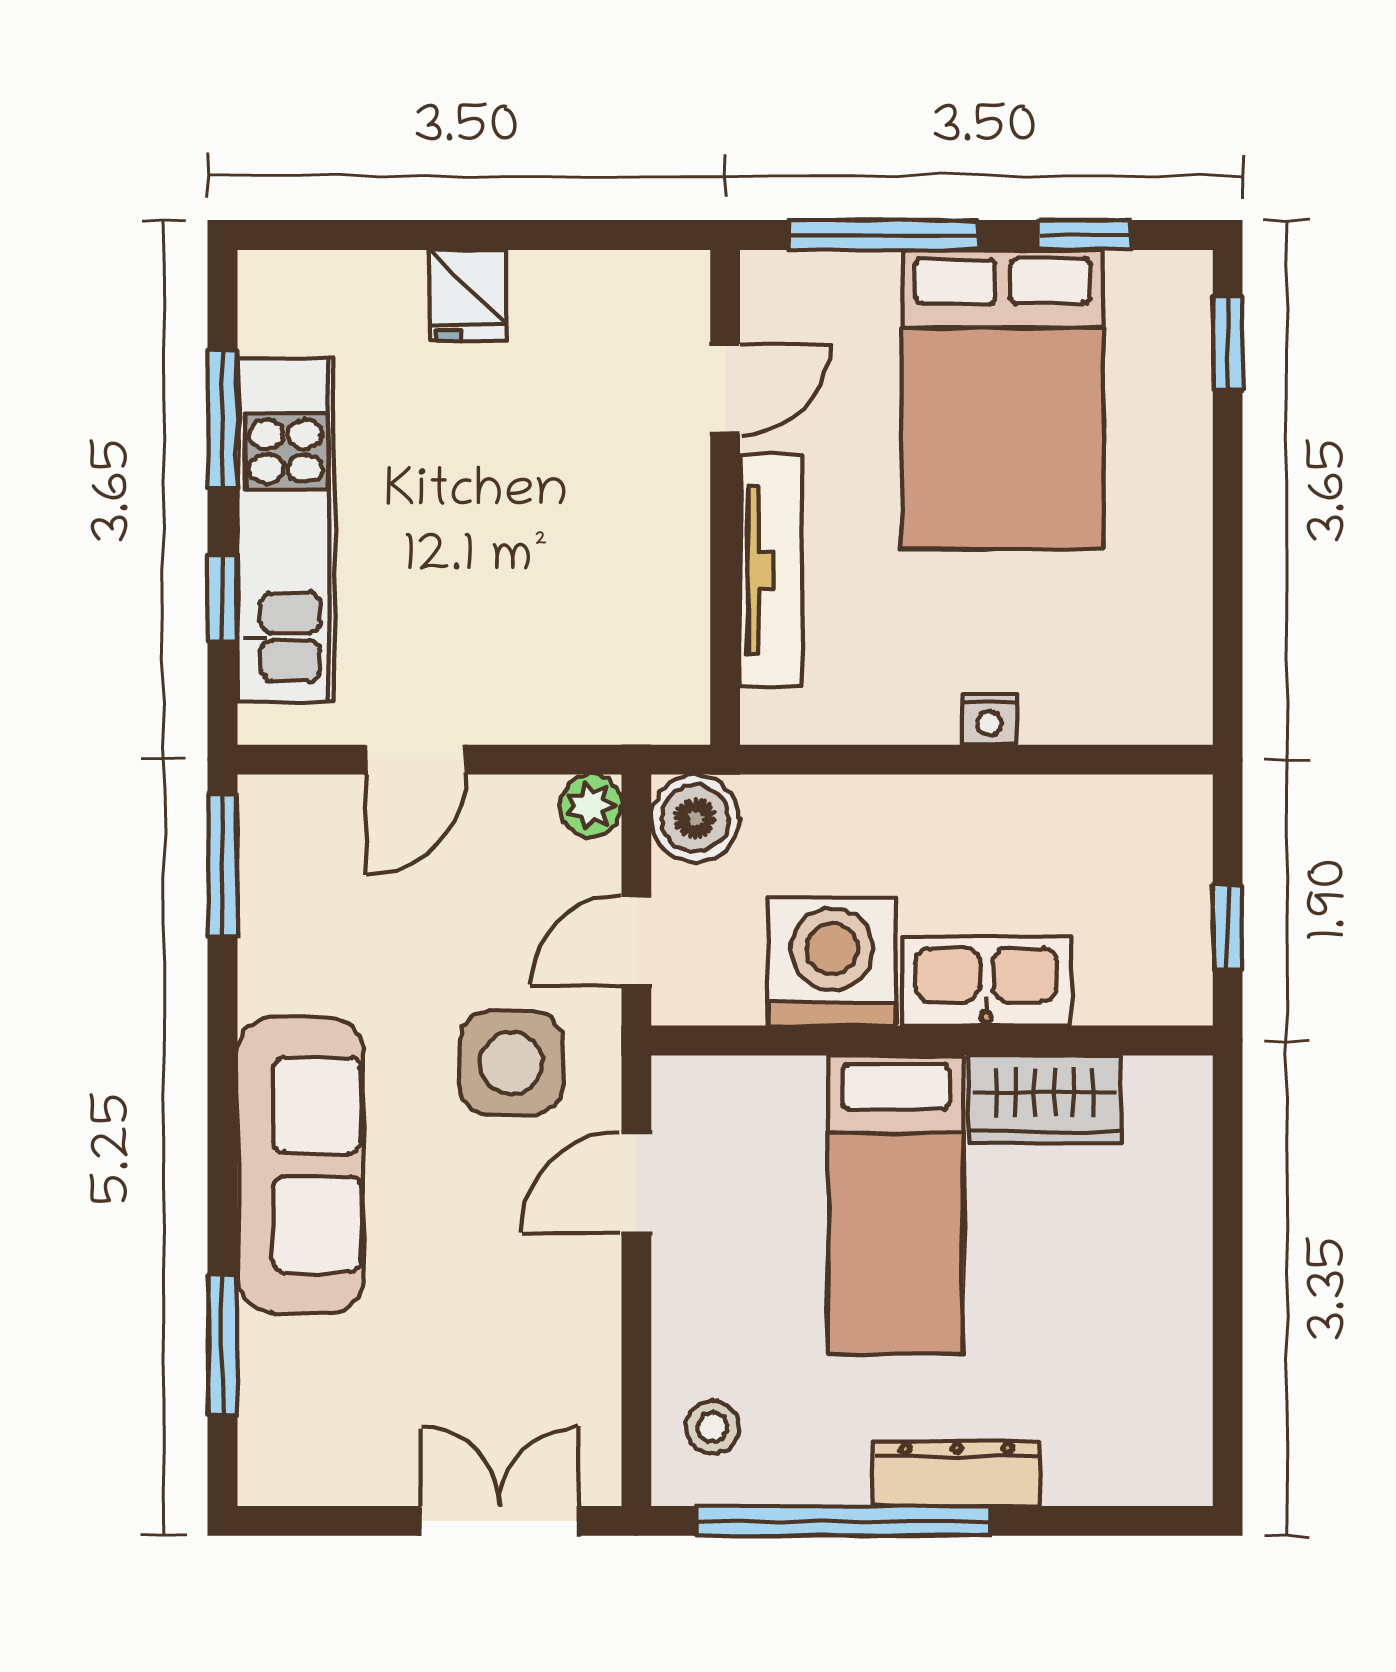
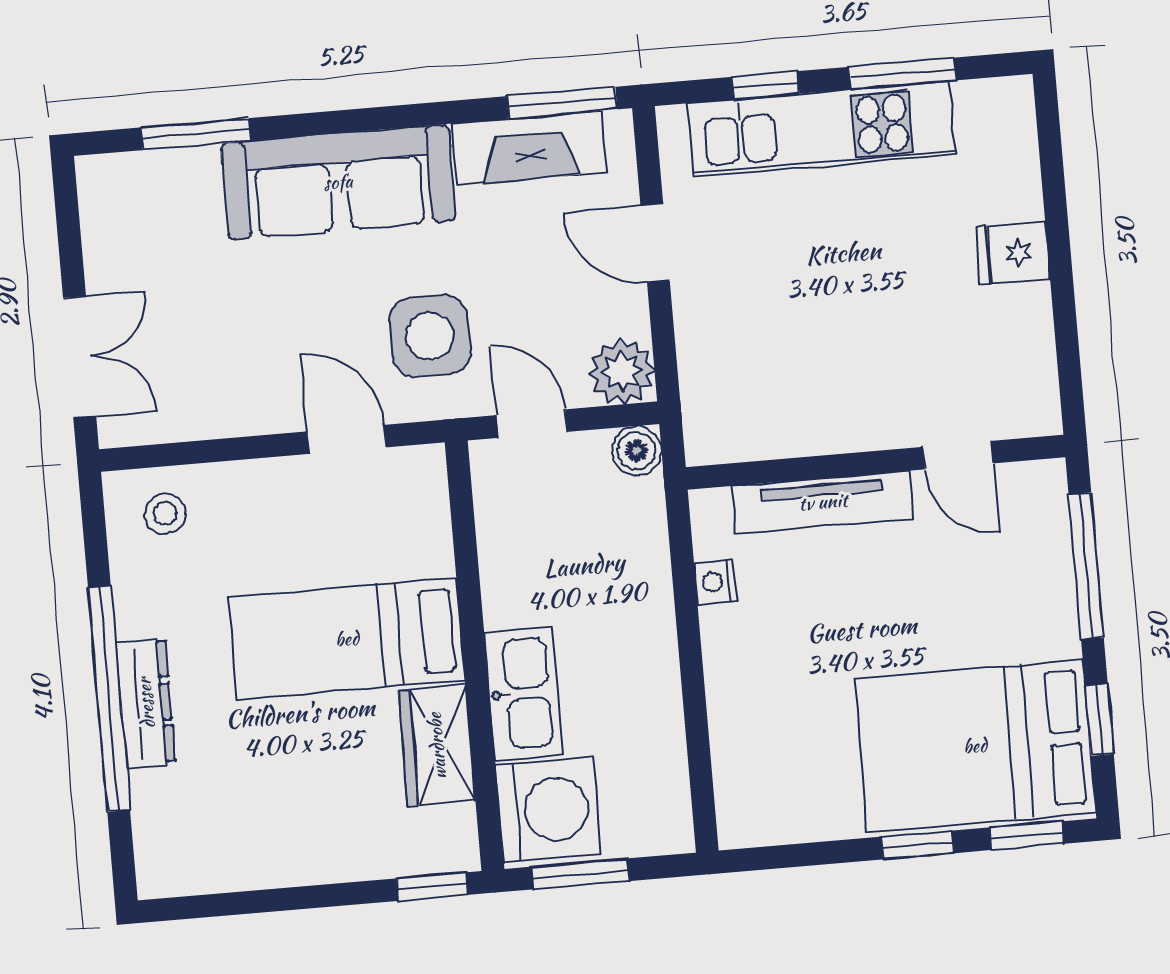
bed: (1003, 399) -> (975, 746), moved
window: (1228, 486) -> (917, 845), added
nightstand: (990, 719) -> (715, 582), moved
plant: (591, 806) -> (622, 372), width x1.38, depth x1.38
boiler: (695, 818) -> (637, 451), width x0.73, depth x0.73
fireplace: (278, 912) -> (530, 148), added
window: (1228, 927) -> (580, 874), width x1.50
washing machine: (832, 962) -> (548, 810), moved
window: (1228, 1121) -> (432, 887), added
window: (843, 1521) -> (109, 699), moved

